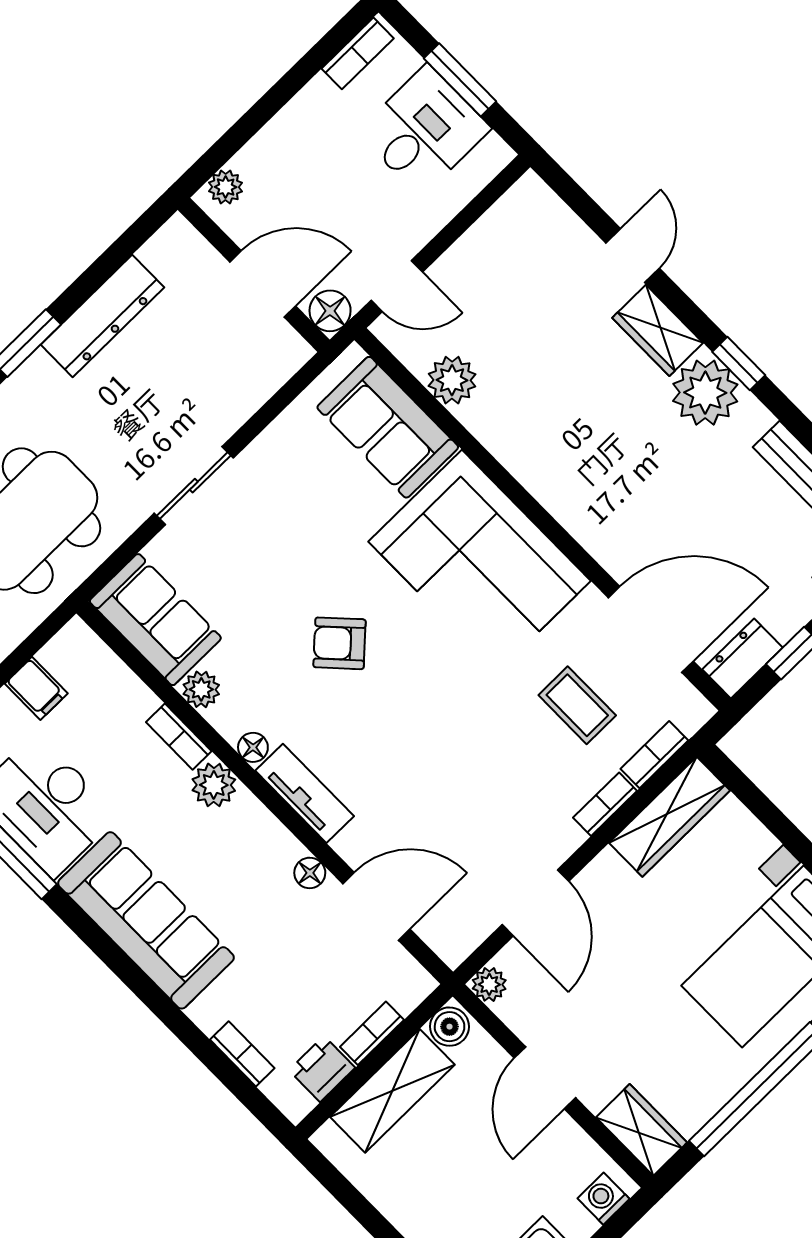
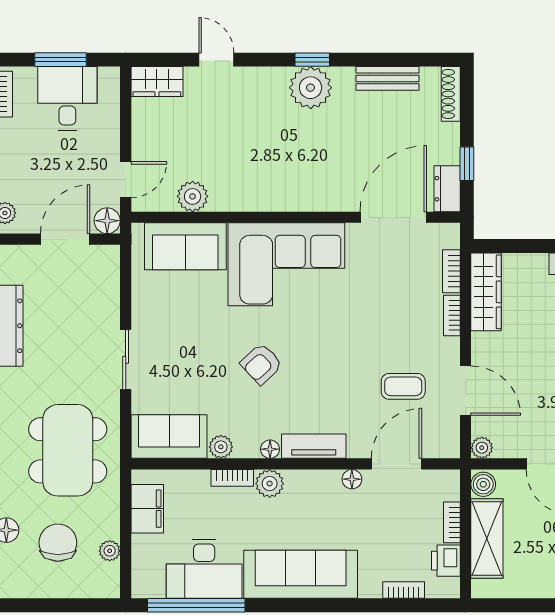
wardrobe: (658, 330) -> (157, 81), moved
filing cabinet: (36, 688) -> (147, 509), width x2.00
coffee table: (577, 705) -> (403, 386), moved

